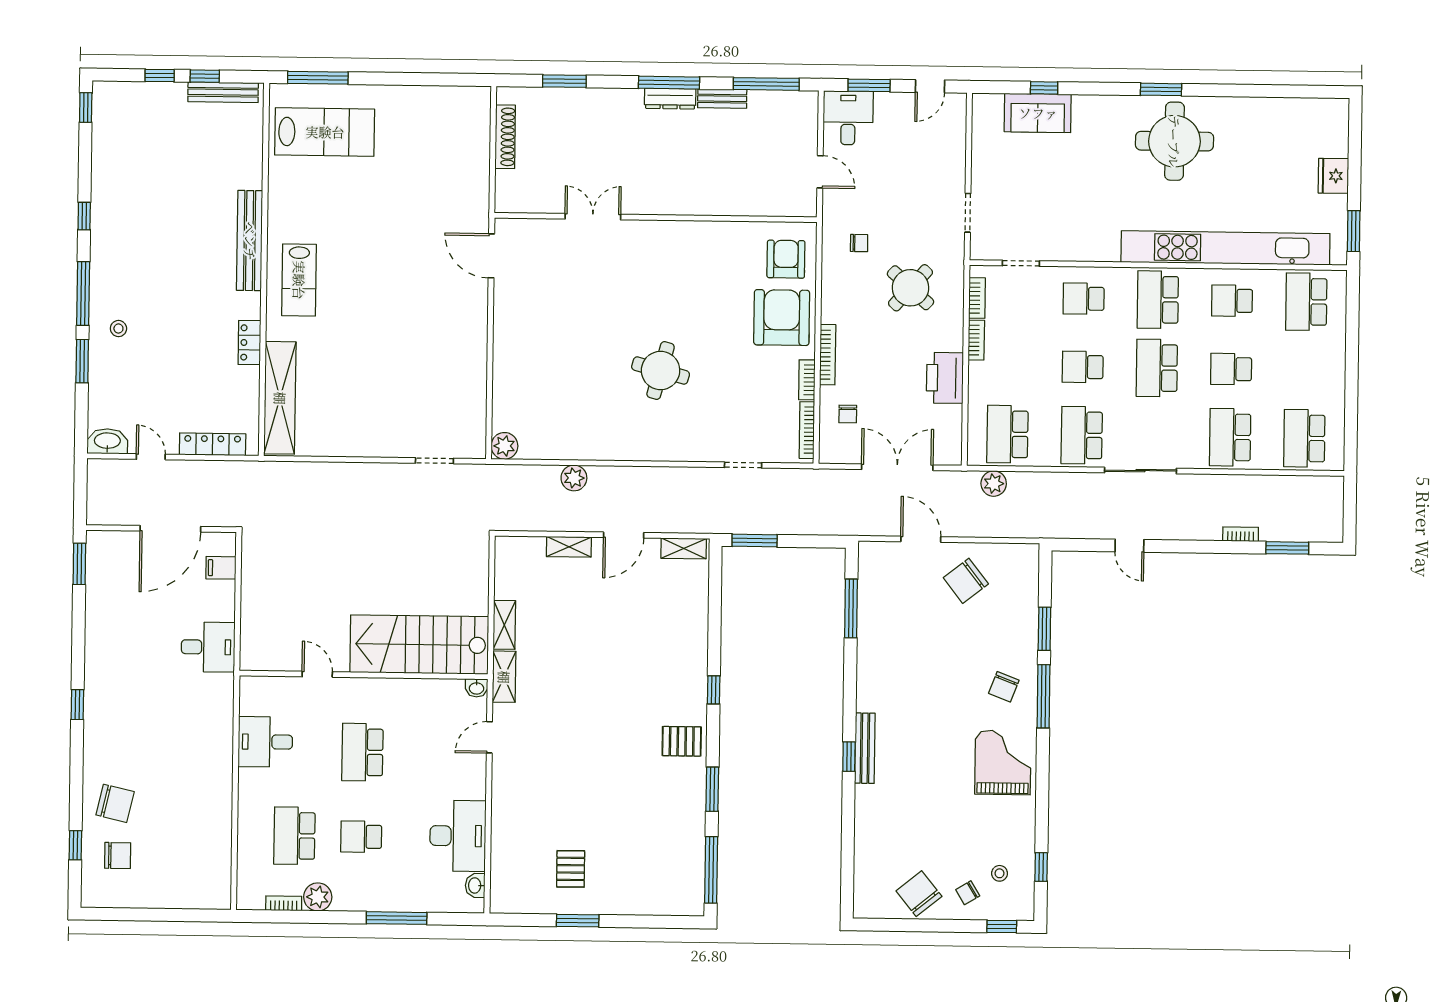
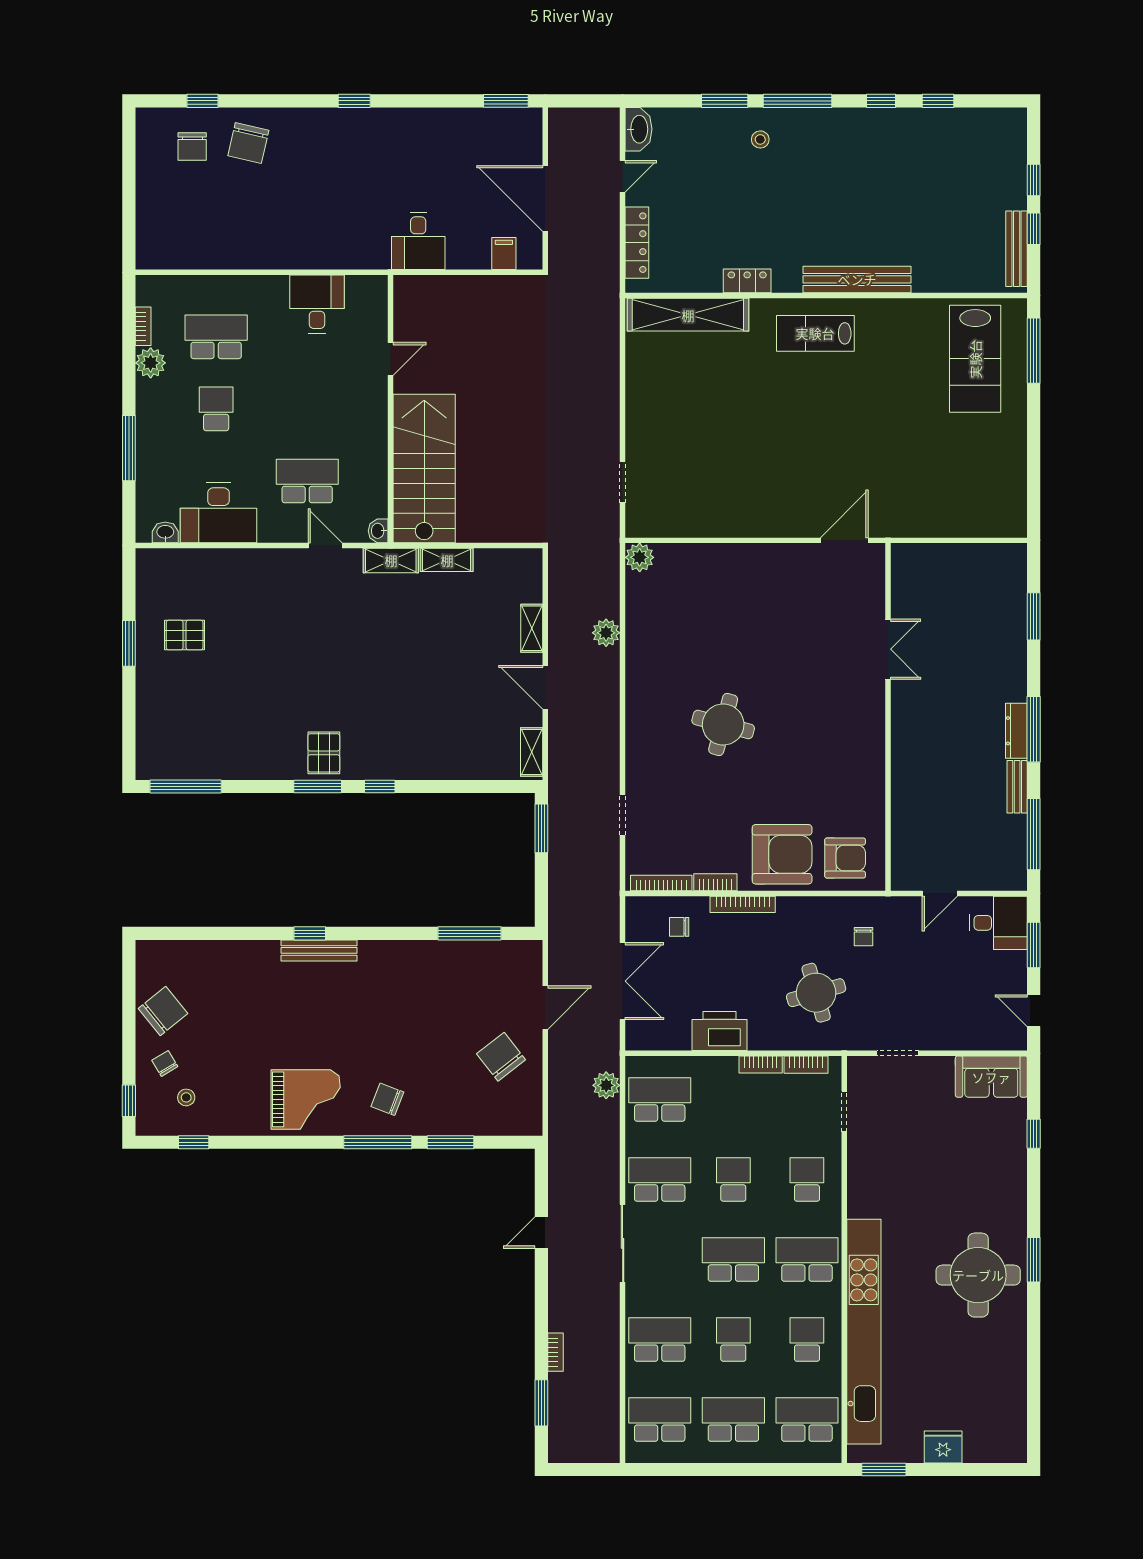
window: (86, 108) -> (938, 101), moved
sofa: (1038, 113) -> (991, 1077), moved, turned -90
shoe rack: (505, 137) -> (973, 554), removed
round table: (910, 288) -> (816, 993), turned 32
school desk: (1305, 370) -> (733, 1420), added
school desk: (362, 752) -> (307, 481), moved
window: (712, 789) -> (318, 787), moved

